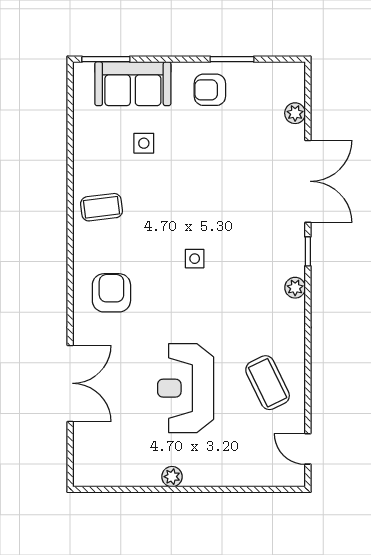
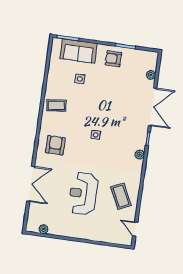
plant: (172, 477) -> (43, 229), moved

